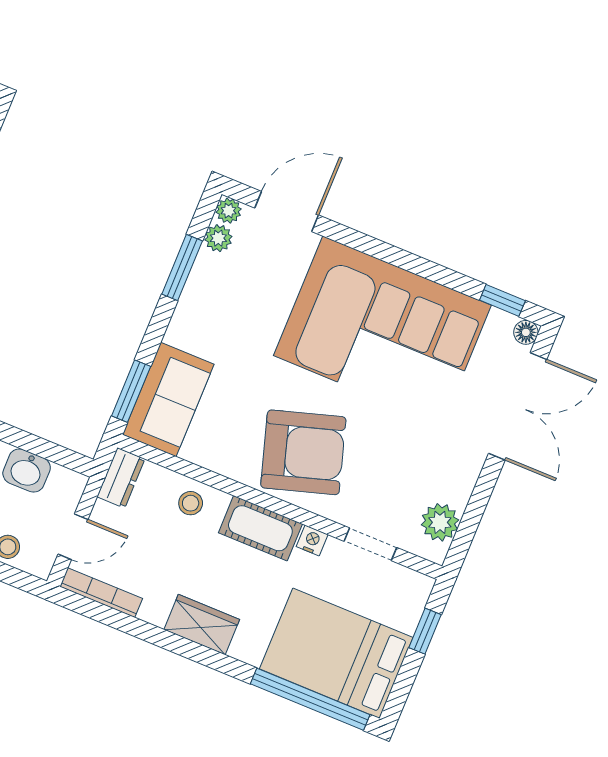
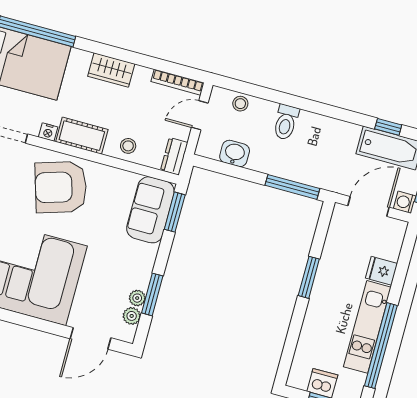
plant: (229, 211) -> (137, 298), moved

